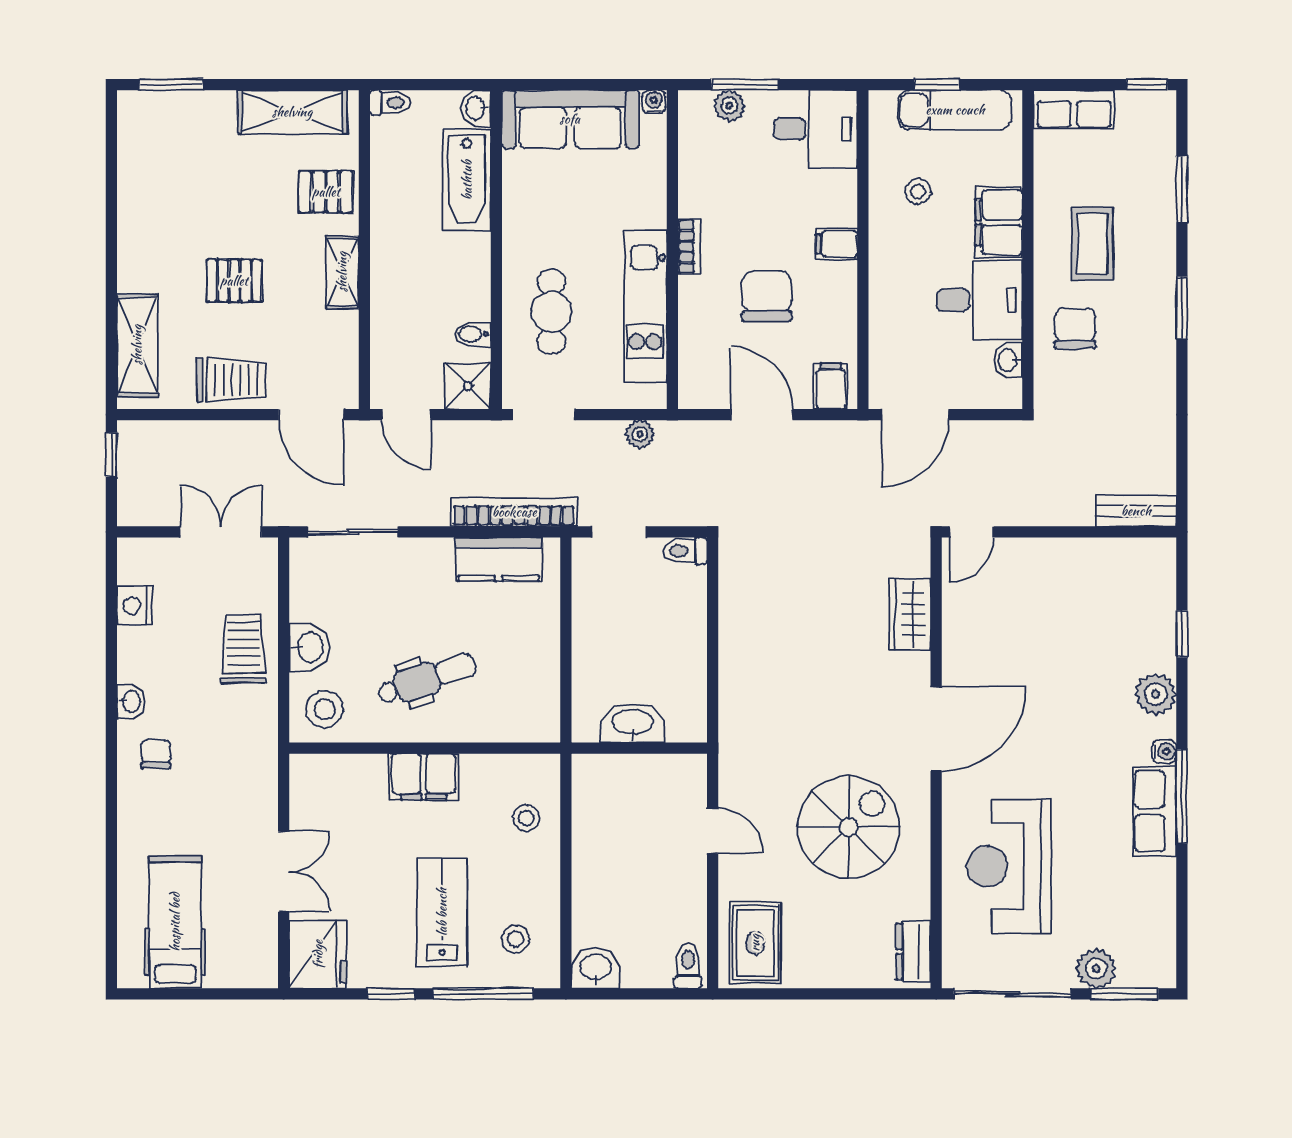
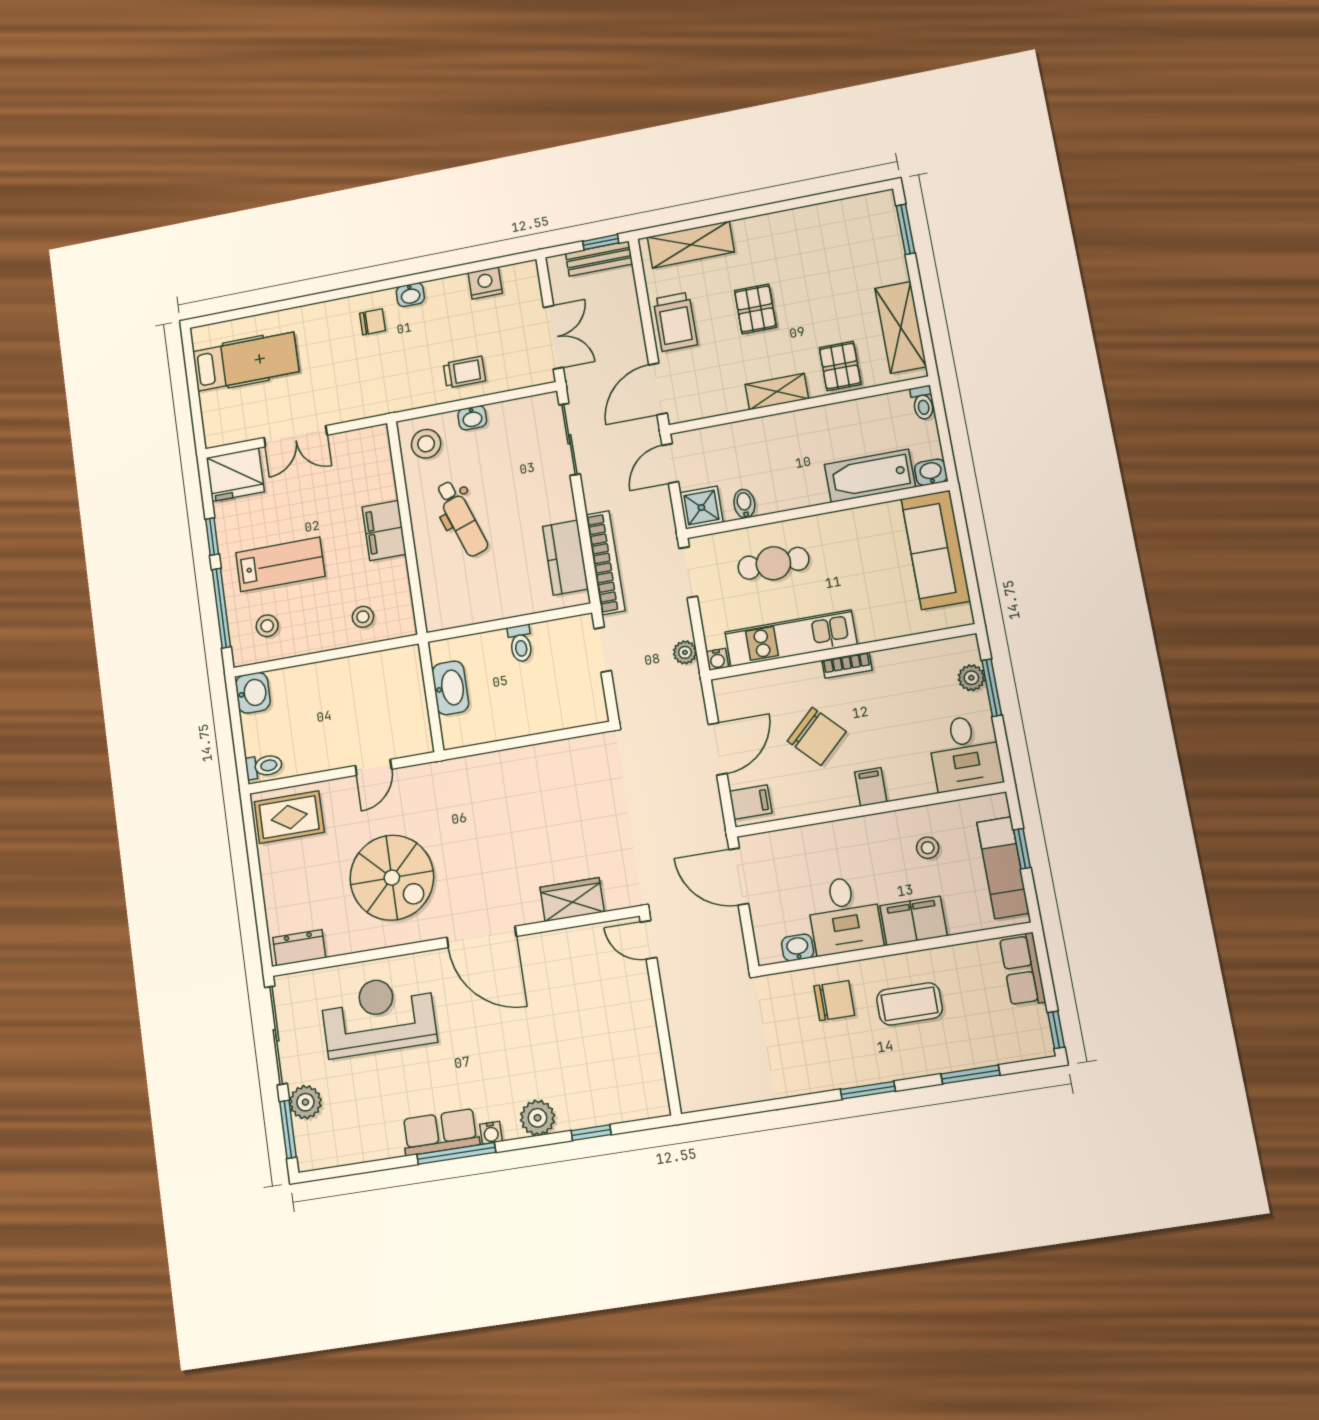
water cooler: (654, 102) -> (717, 659), moved, turned 90
chair: (767, 296) -> (817, 736), turned 46
bench: (1136, 511) -> (599, 259), moved, turned 90
toilet: (685, 551) -> (520, 643), moved, turned 180
washbasin: (309, 647) -> (472, 418), width x0.72, depth x0.69
trolley: (243, 649) -> (464, 372), width x0.73, depth x0.72

